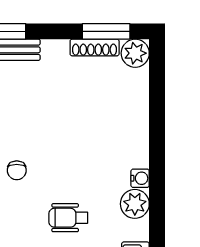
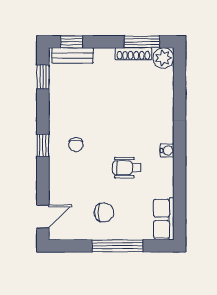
plant: (135, 204) -> (163, 169), removed
wheelchair: (68, 218) -> (127, 168), moved

